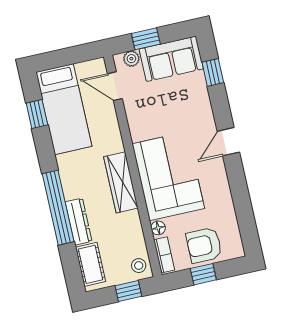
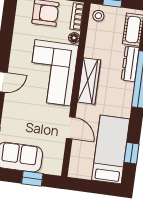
plant: (131, 59) -> (48, 168), removed
door: (115, 86) -> (71, 128), moved

